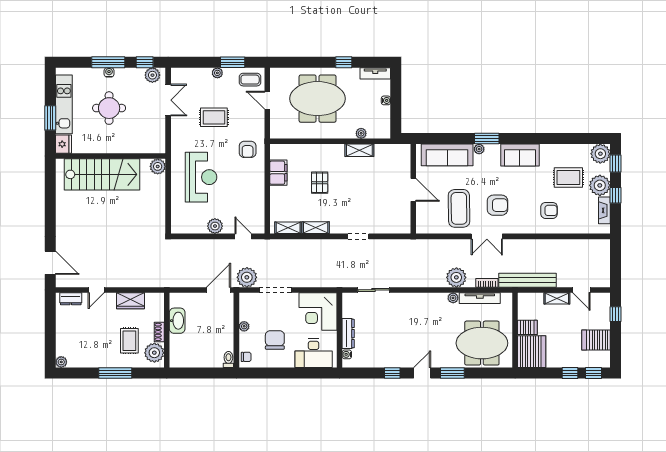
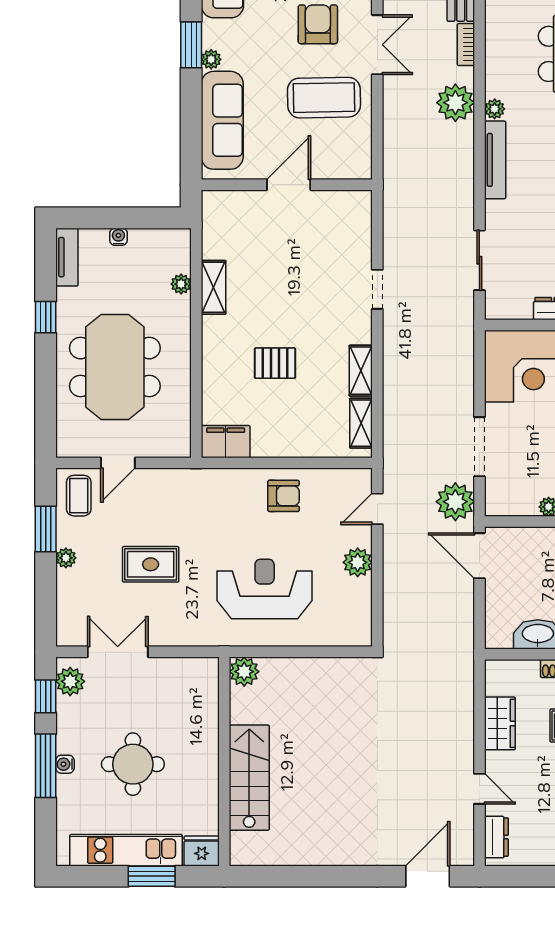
rug: (214, 117) -> (151, 564), turned 90
armchair: (248, 149) -> (284, 496), moved
filing cabinet: (278, 173) -> (226, 442), moved
stairs: (102, 174) -> (249, 778), width x0.73, depth x0.66
tv unit: (480, 298) -> (495, 160), moved

